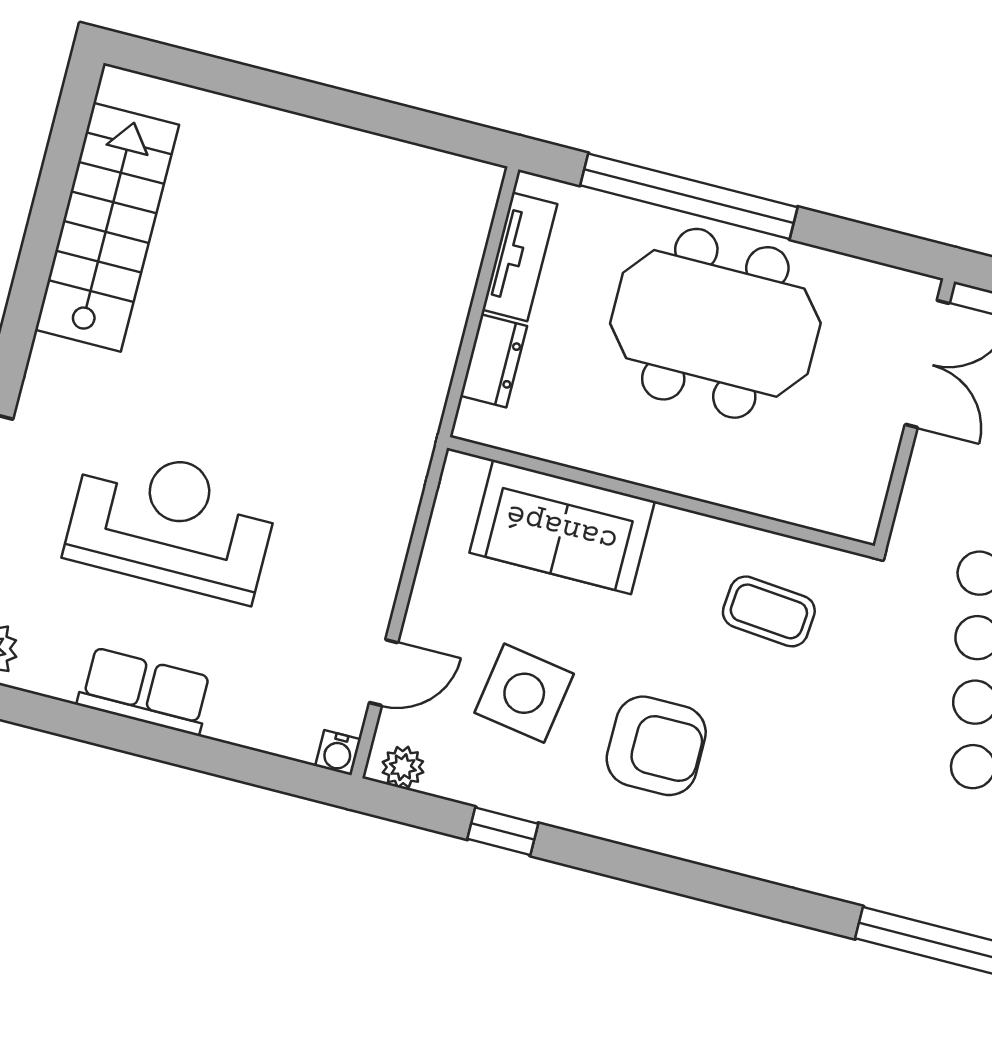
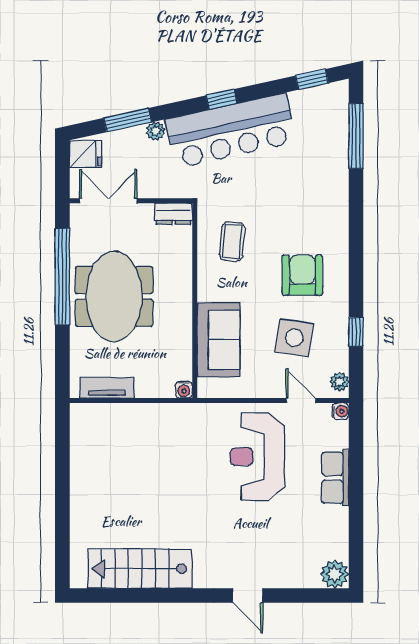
window: (689, 196) -> (62, 277), moved
dresser: (494, 361) -> (174, 214), moved, turned 180
water cooler: (473, 423) -> (184, 390), added
reception desk: (172, 523) -> (257, 457), moved
row of seats: (145, 691) -> (335, 478), moved

